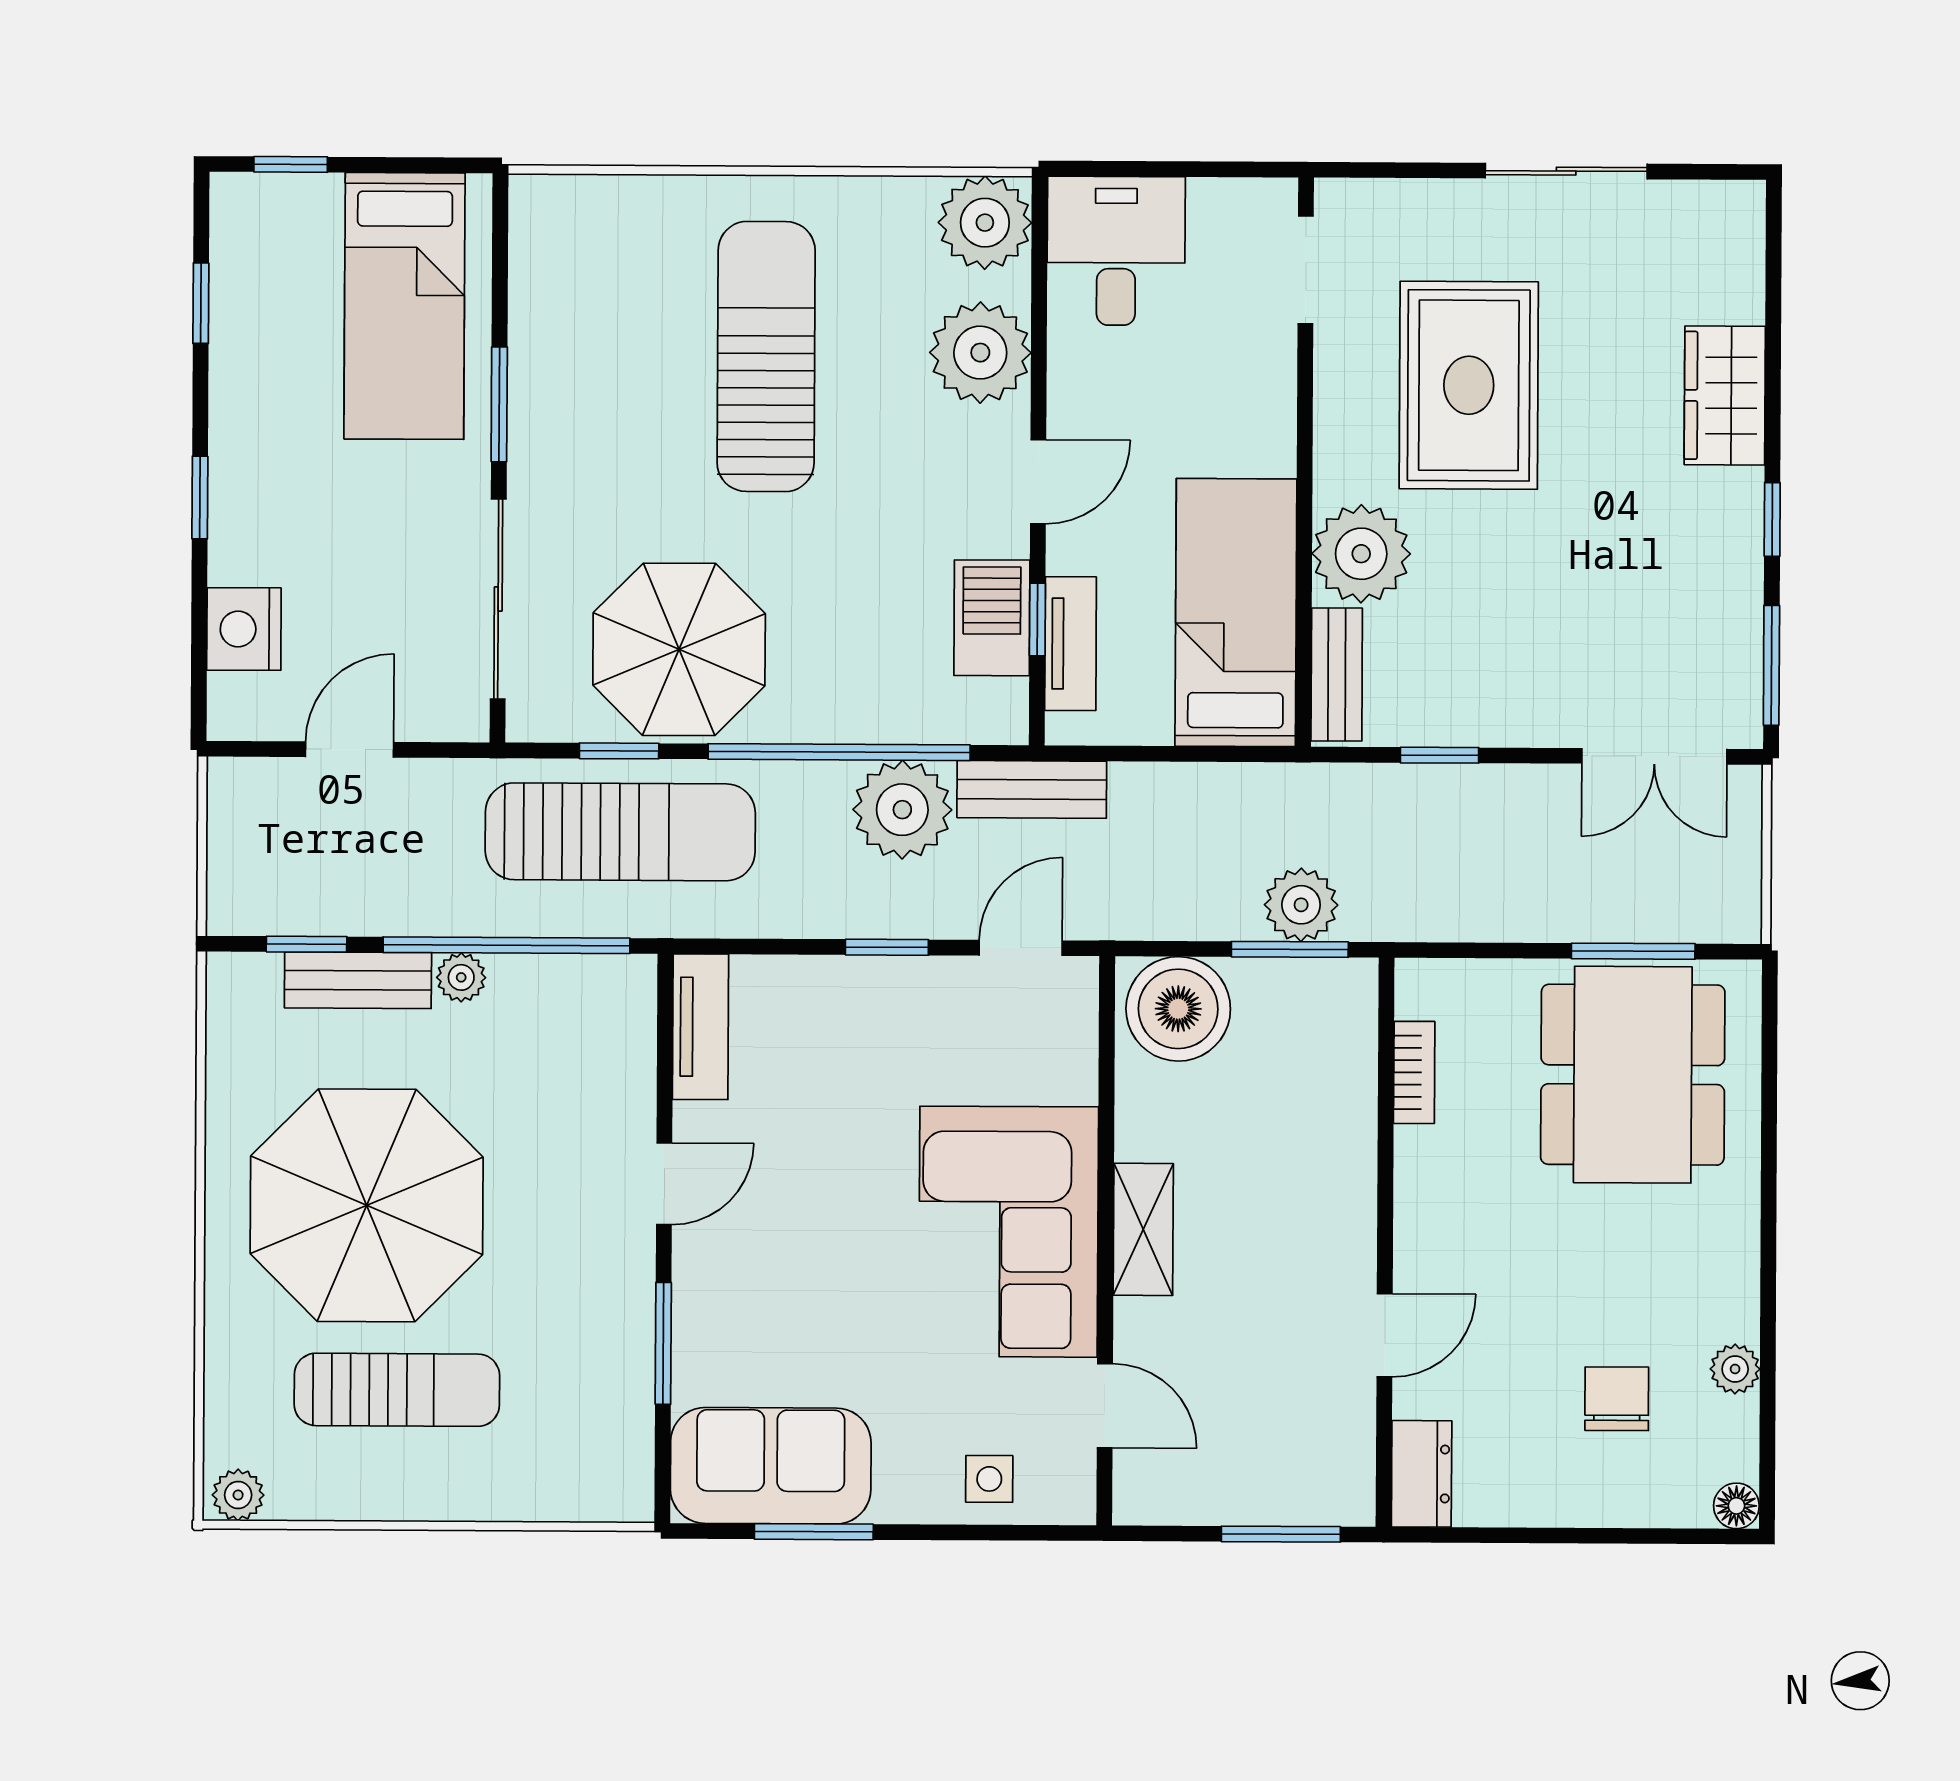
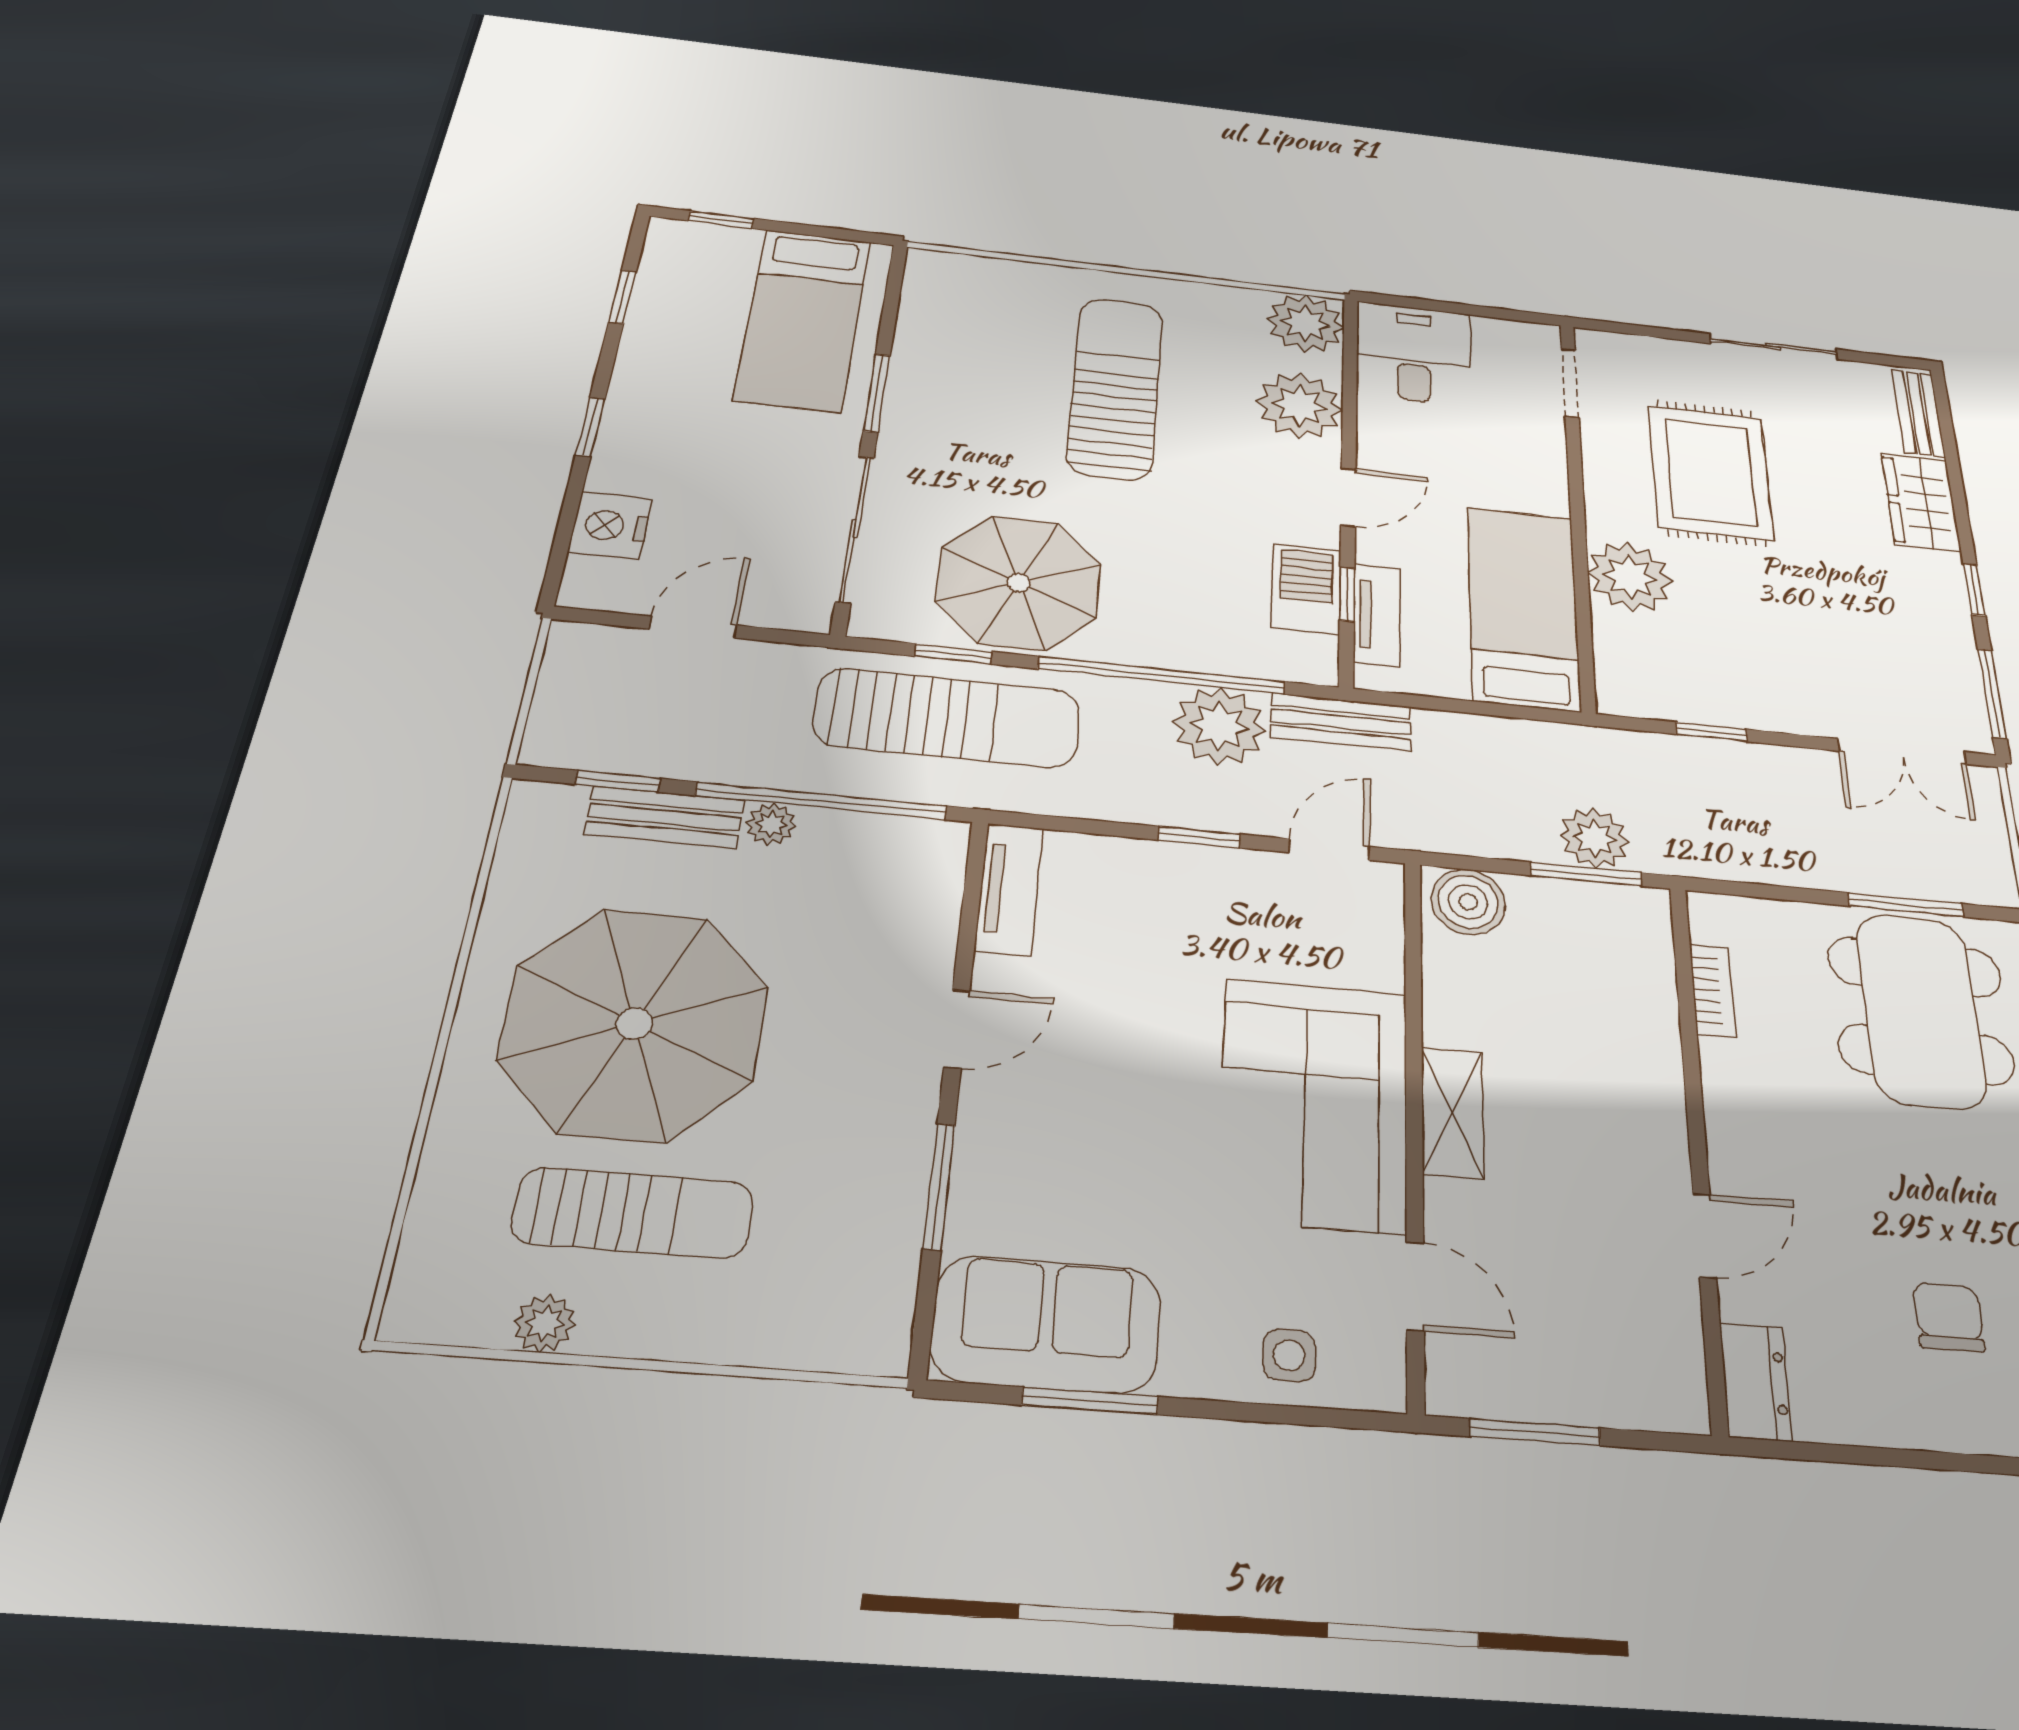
bench: (1337, 675) -> (1918, 413), moved
boiler: (1178, 1009) -> (1468, 902), width x0.73, depth x0.73
plant: (238, 1495) -> (545, 1323), moved
window: (1281, 1534) -> (1535, 1432), moved

